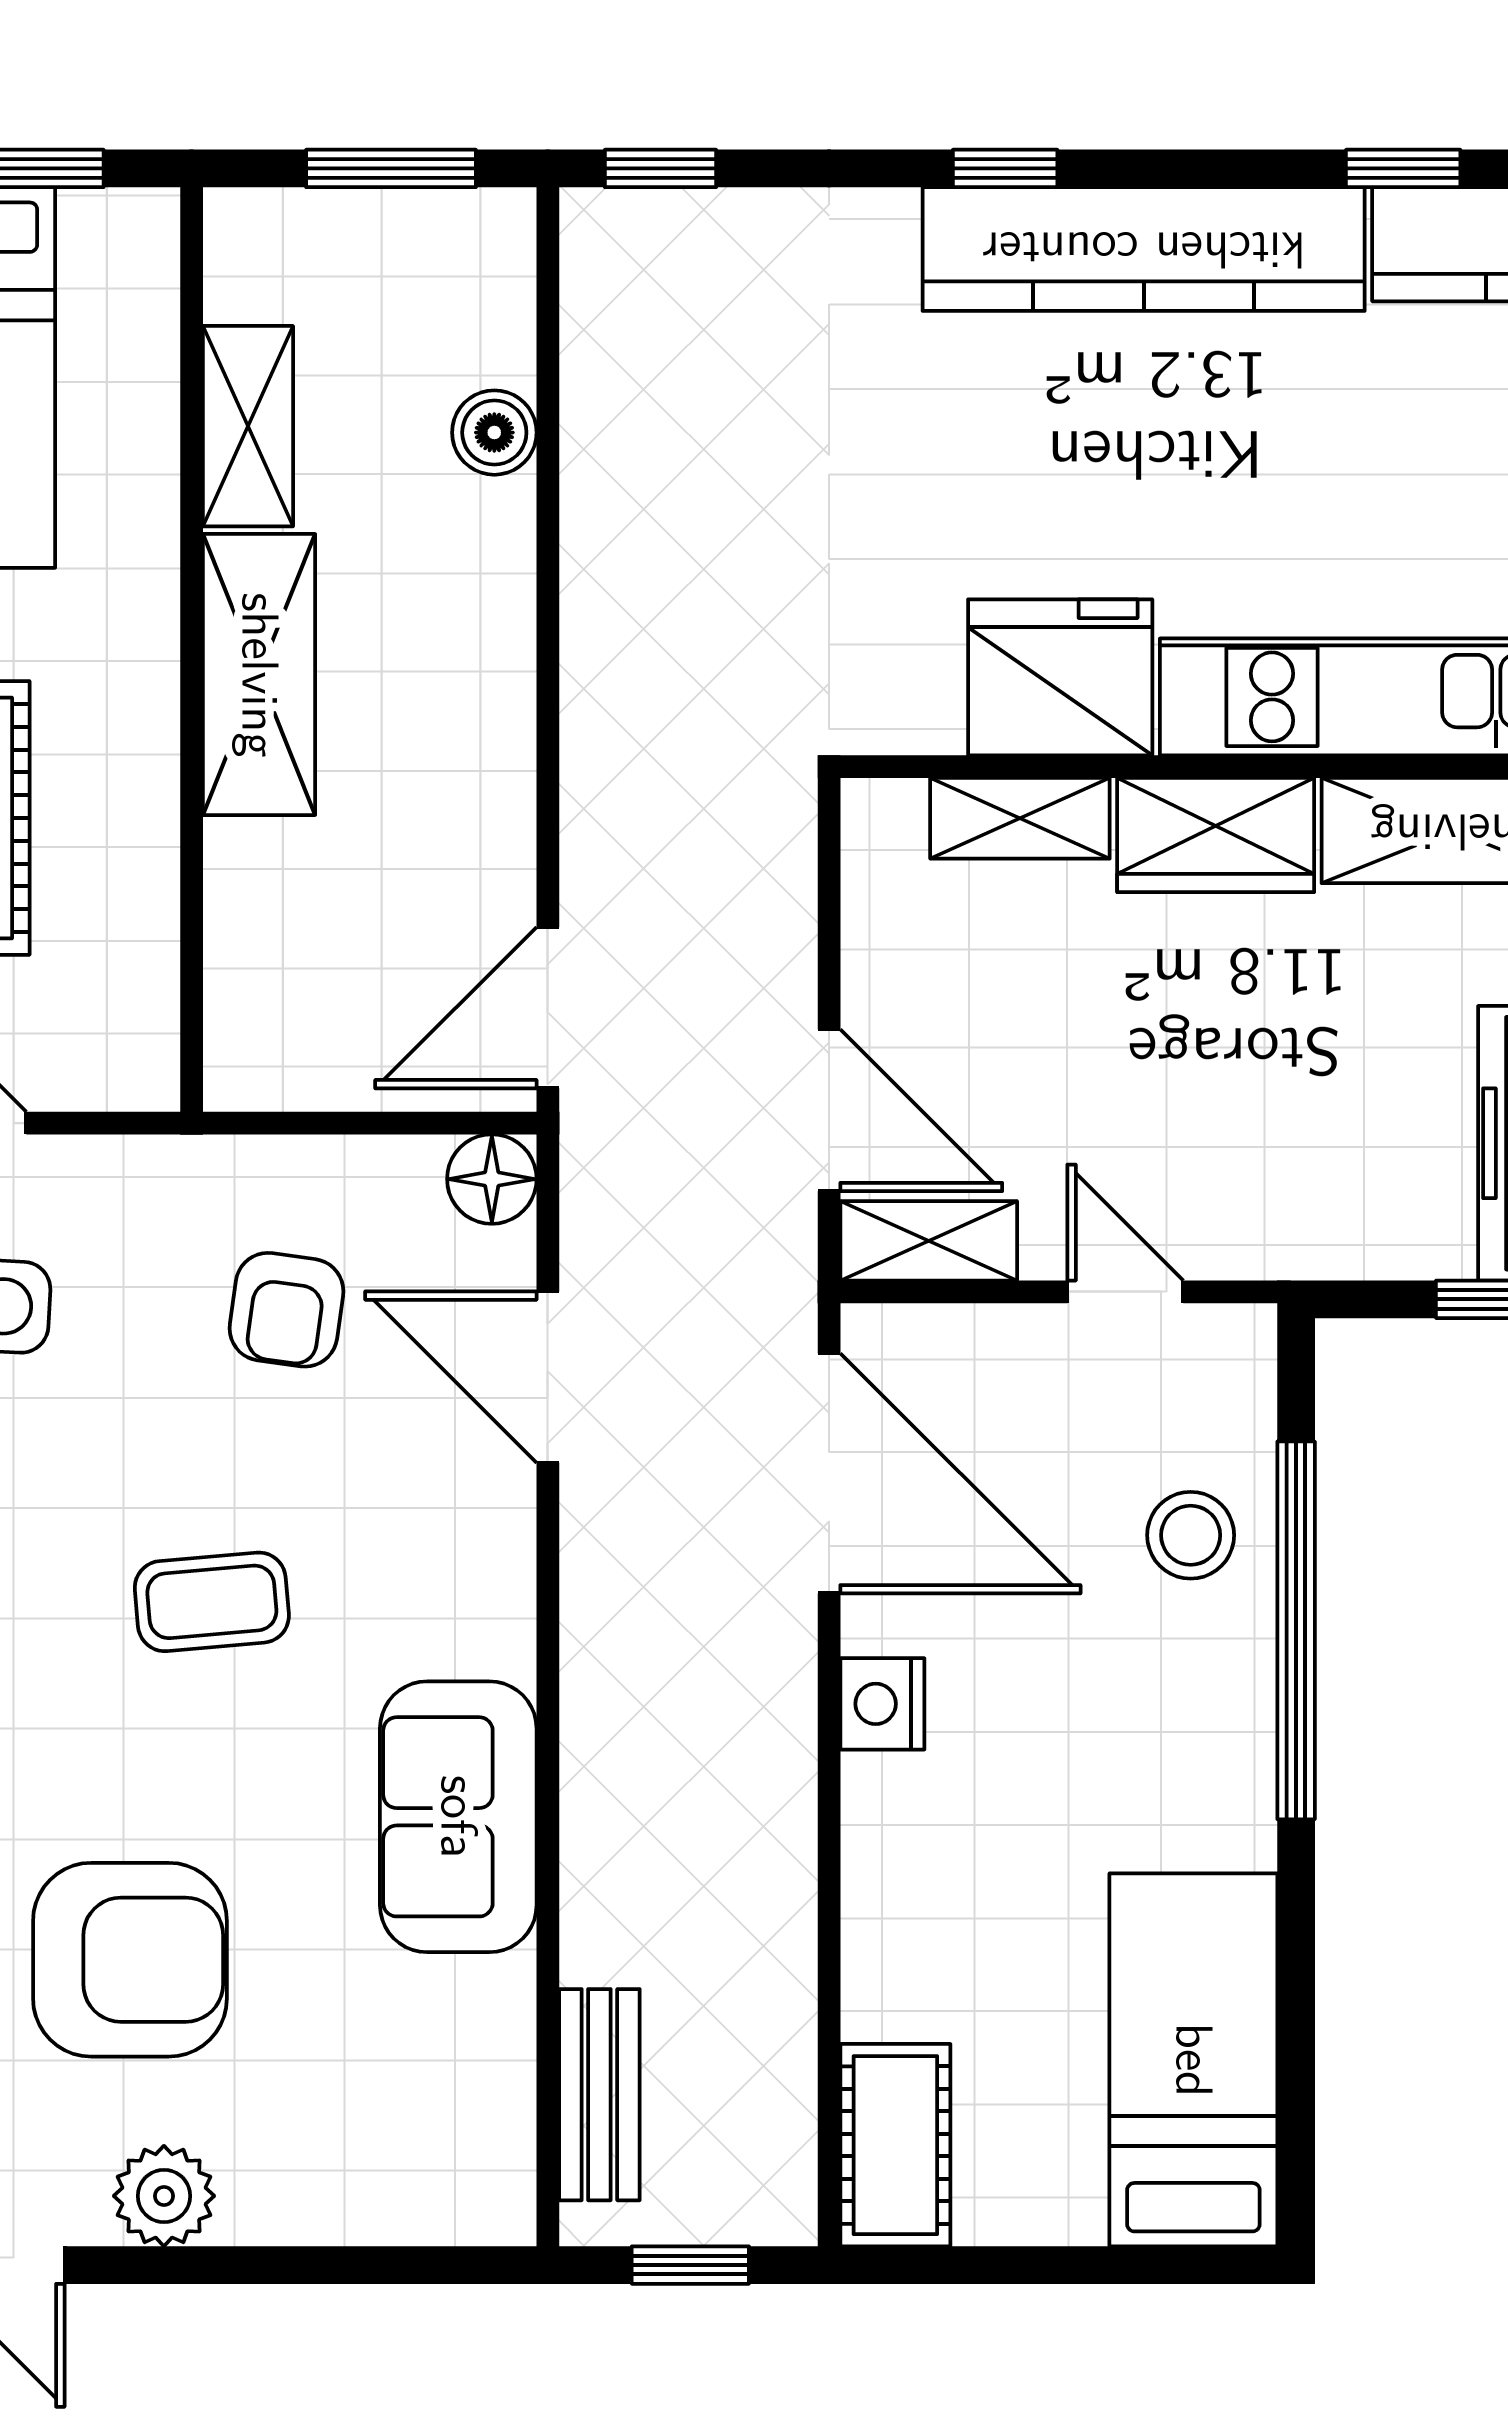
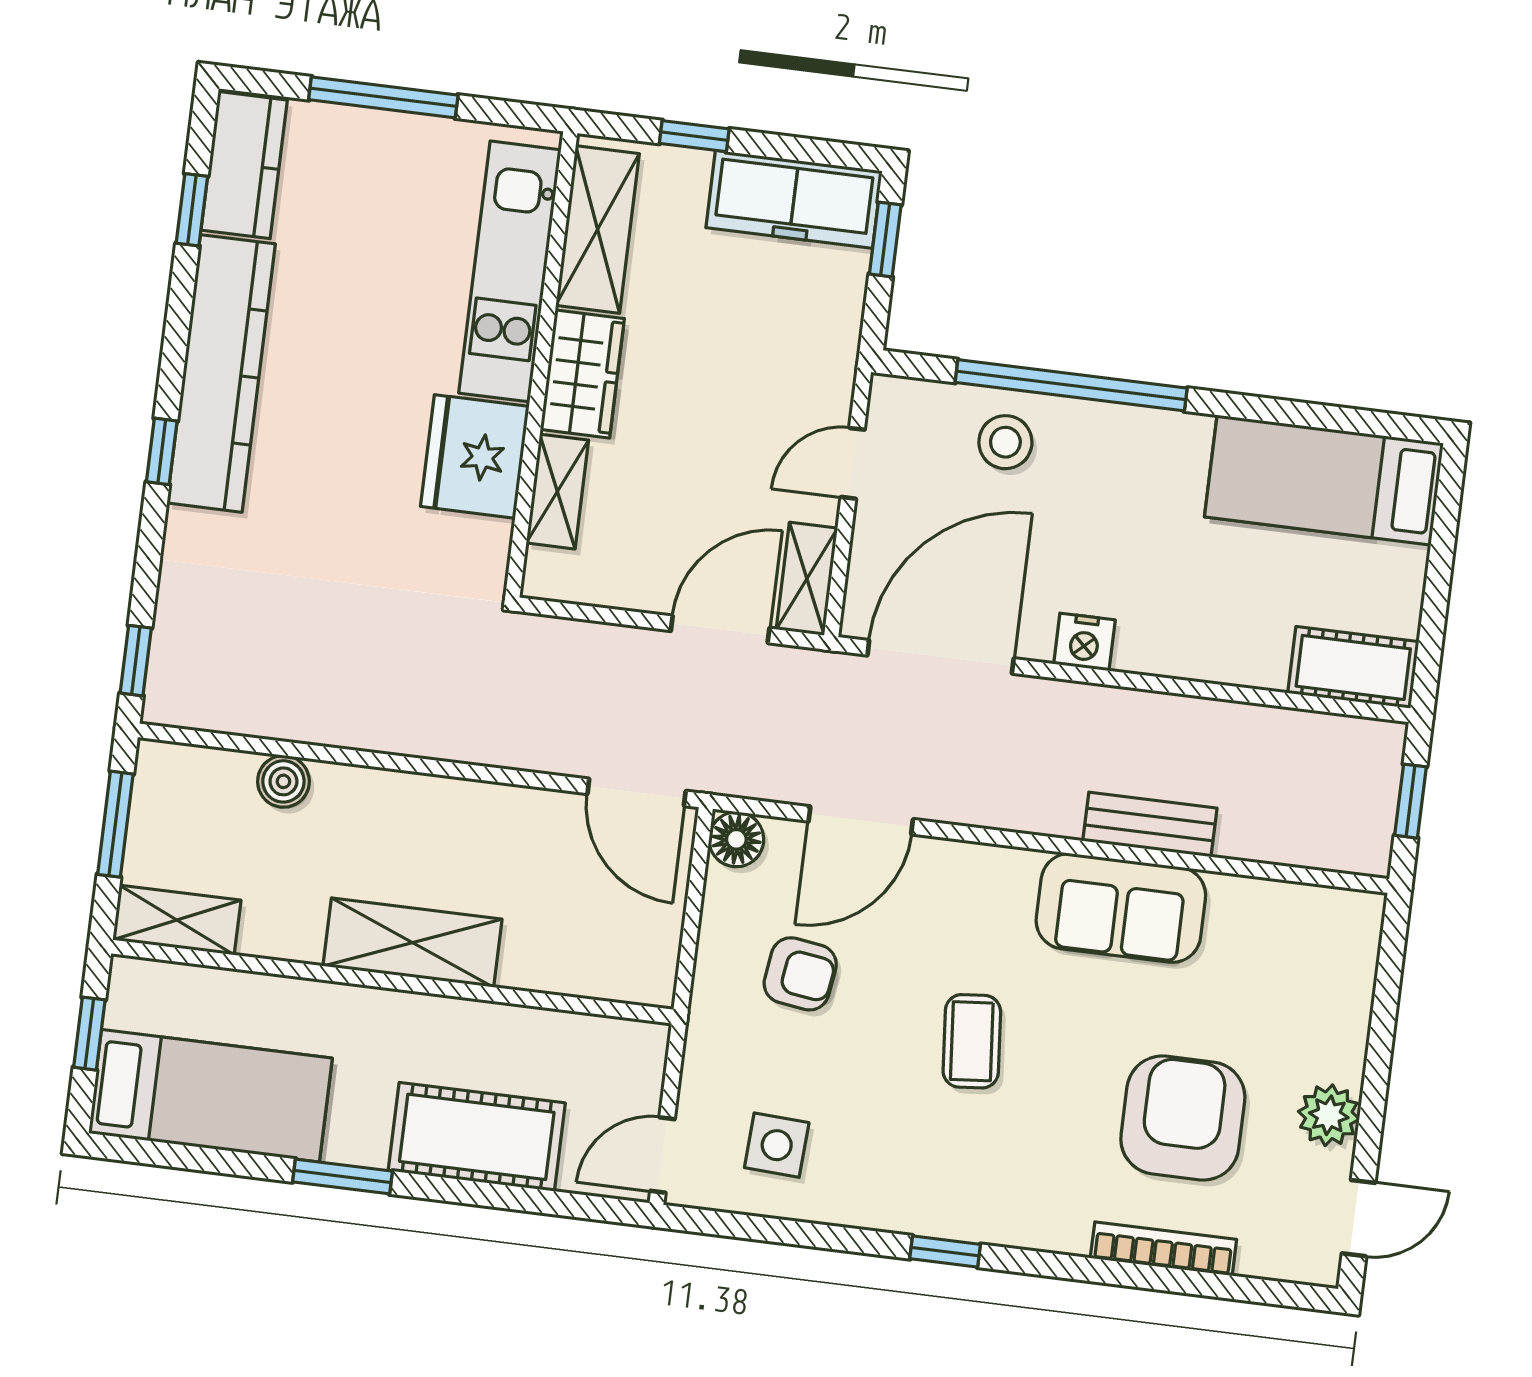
shelving: (248, 426) -> (177, 920), moved
bench: (599, 2095) -> (1150, 825), moved

